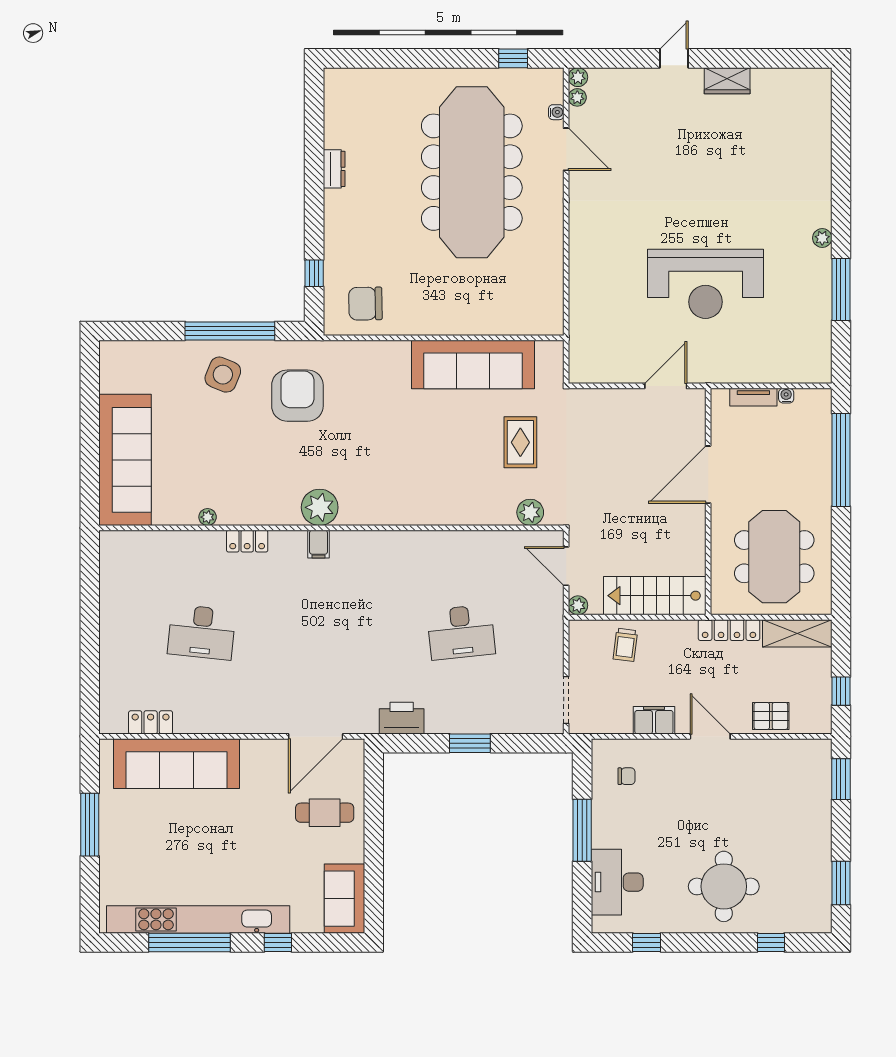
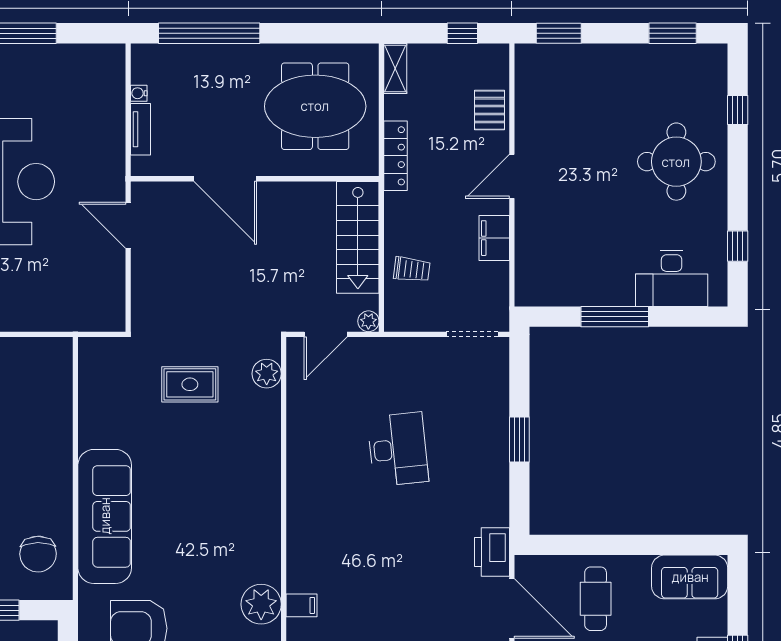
sofa: (473, 364) -> (105, 516), moved
shelving: (797, 633) -> (395, 69), width x0.67, depth x0.75
printer: (402, 718) -> (492, 552), moved
chair: (626, 776) -> (556, 268), removed

